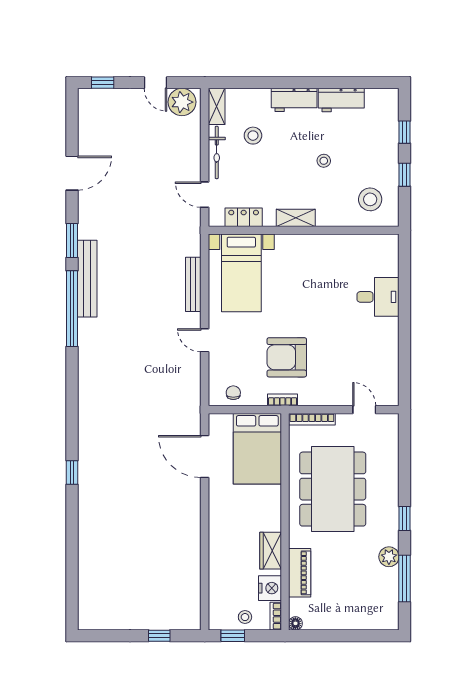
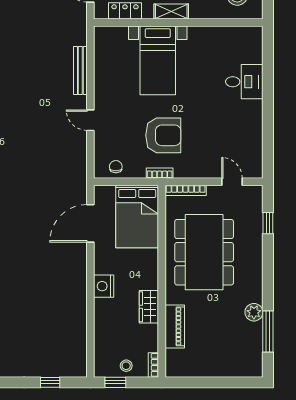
bed with nightstands: (241, 273) -> (158, 60), moved
armchair: (287, 357) -> (163, 135), turned 180
door: (205, 457) -> (90, 223), hinge flipped
window: (405, 518) -> (268, 223), moved
nightstand: (270, 588) -> (104, 286), moved, turned 180
floor lamp: (295, 623) -> (171, 371), removed

